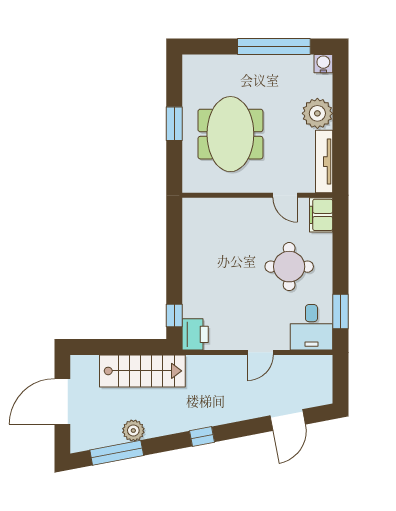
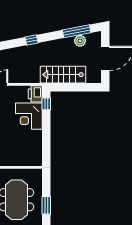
corner desk: (207, 292) -> (29, 116), added
plant: (133, 430) -> (80, 41), moved

